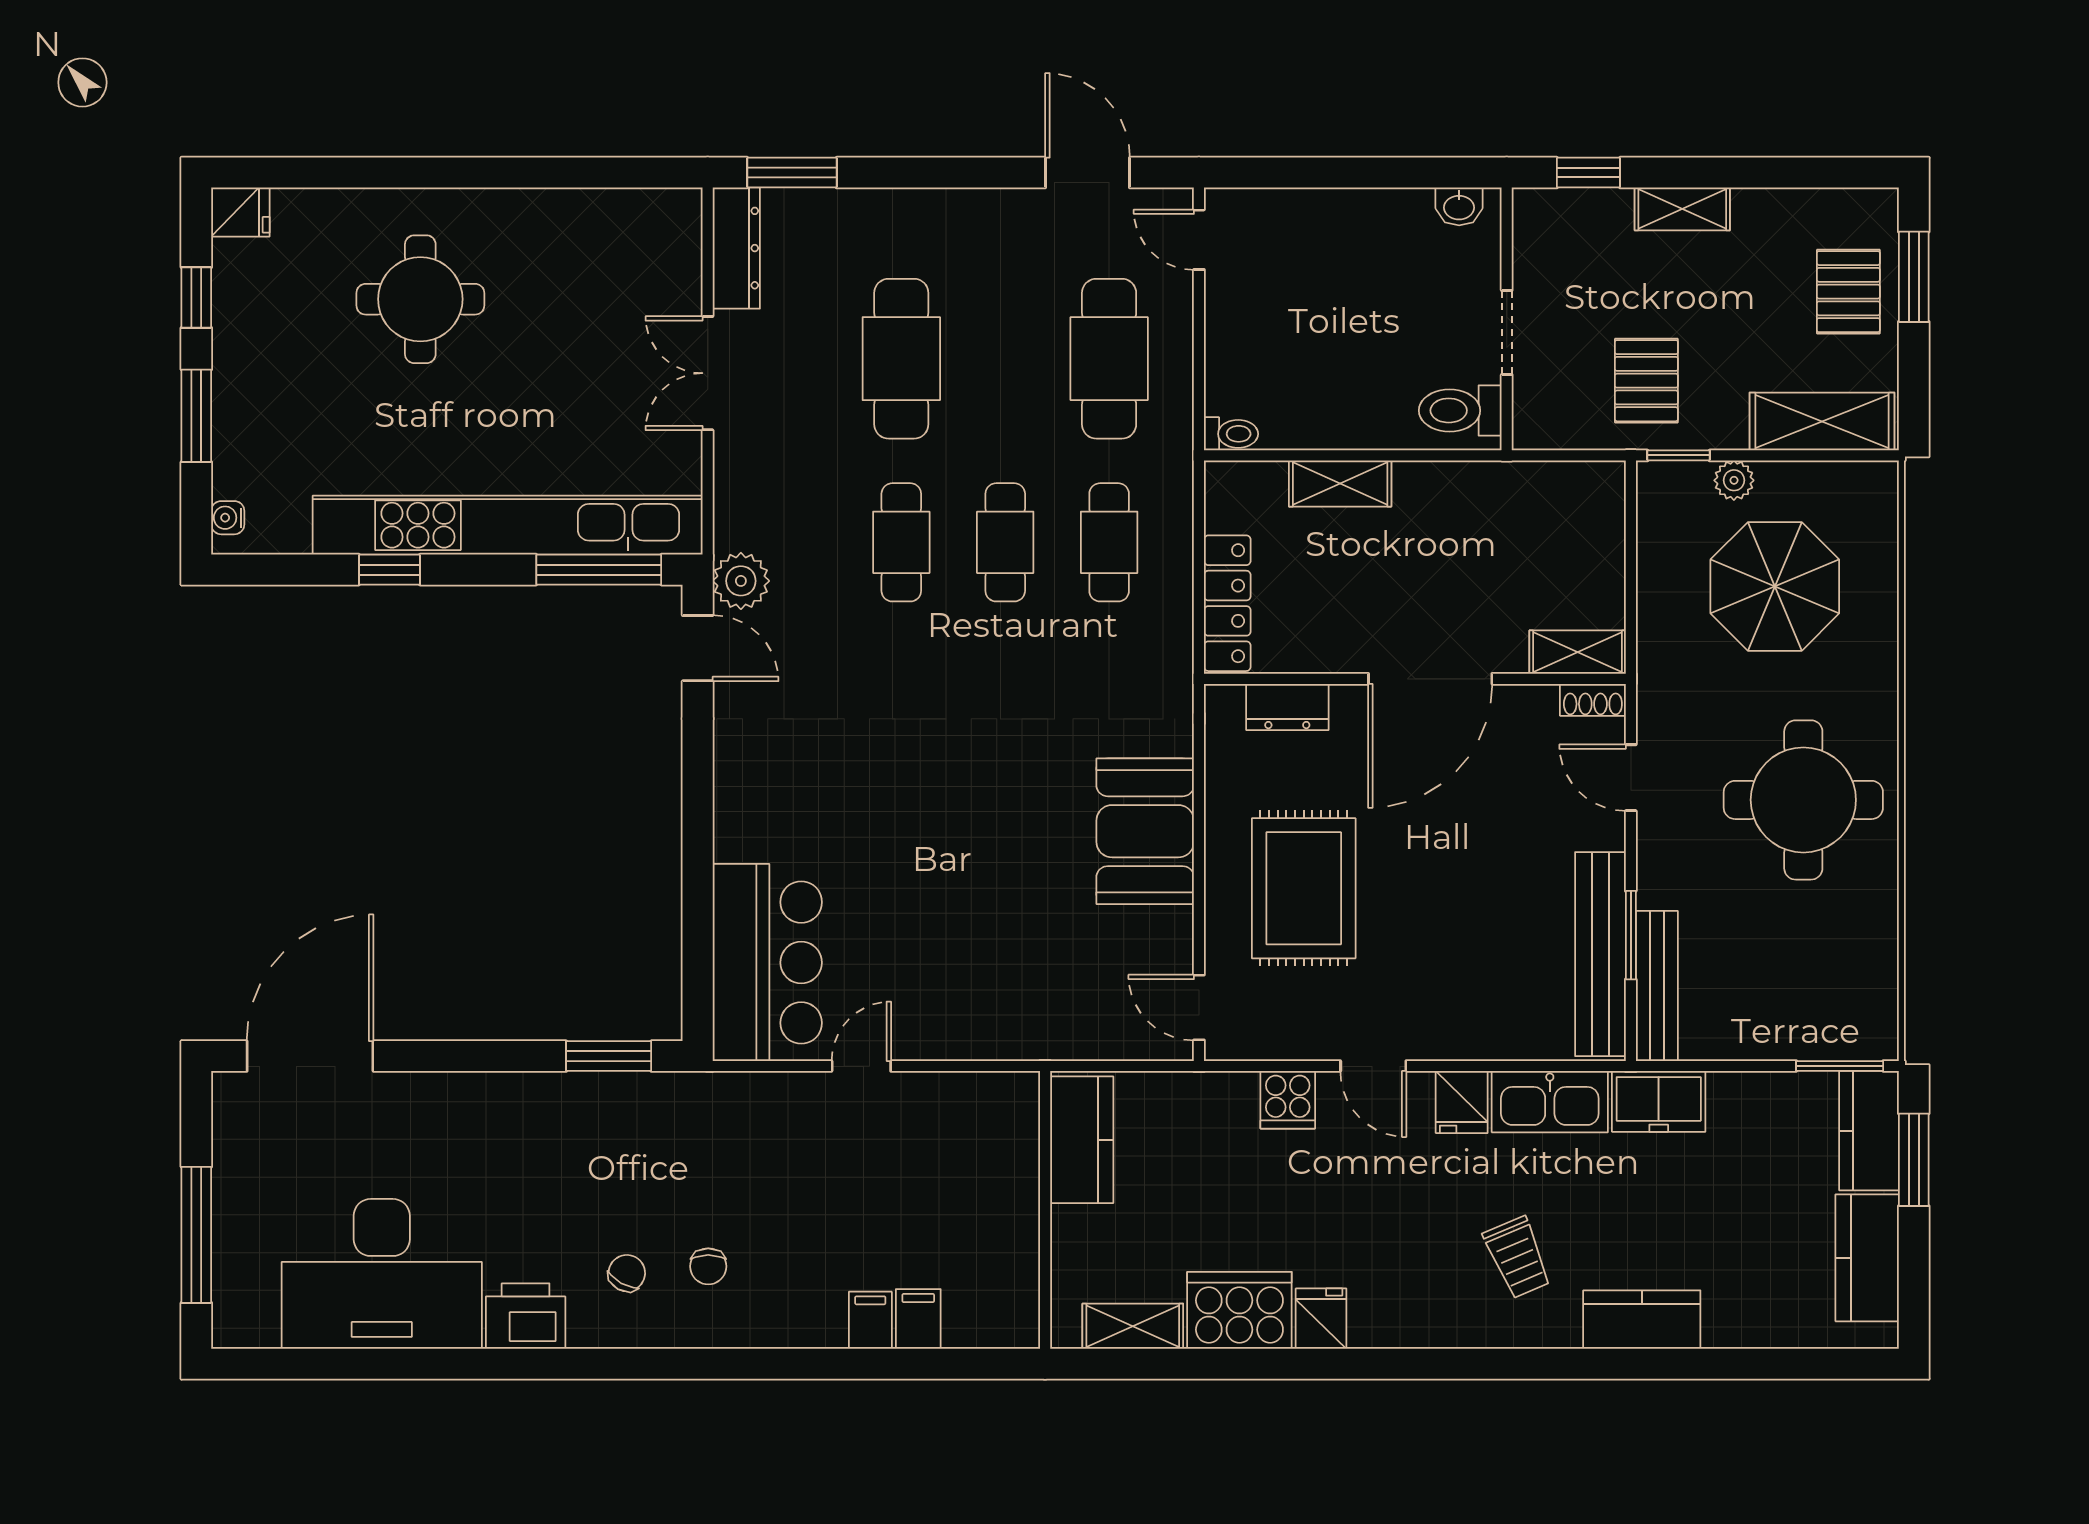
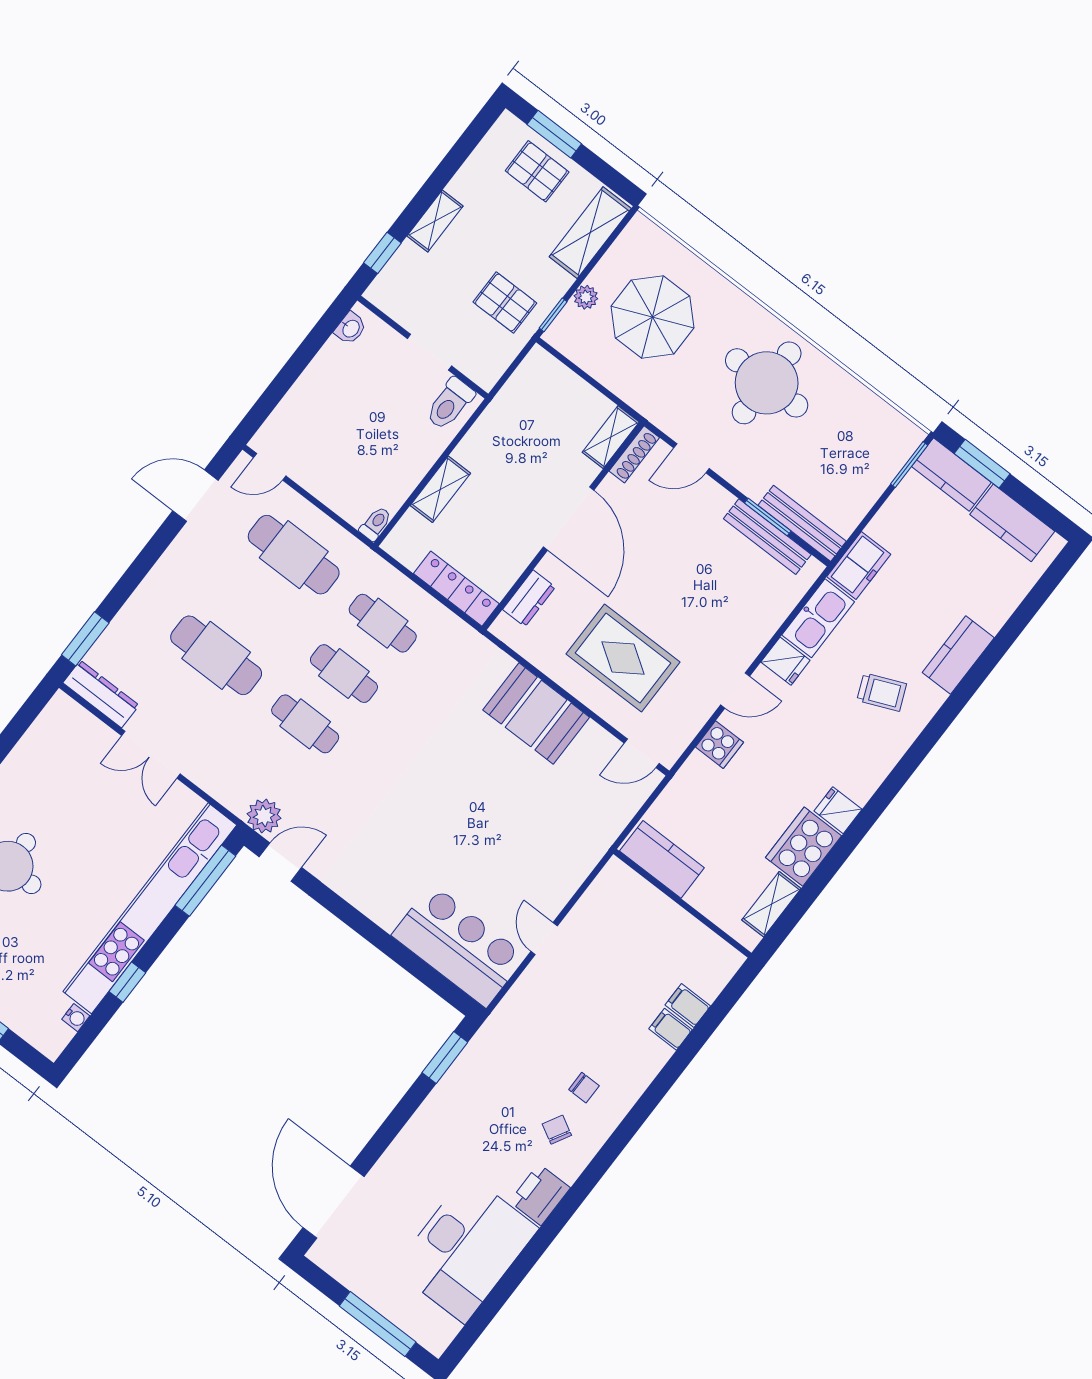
water cooler: (228, 518) -> (76, 1018), moved, turned -90
shoe rack: (1593, 700) -> (634, 454), width x1.43
bench: (1600, 954) -> (767, 537), width x0.73, depth x0.82

